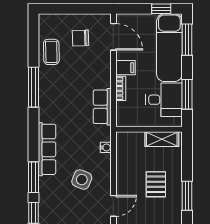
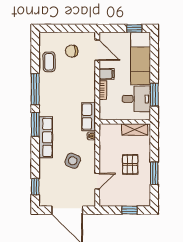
window: (187, 40) -> (154, 52), removed
row of seats: (102, 107) -> (89, 117), moved
window: (33, 177) -> (35, 124), moved

